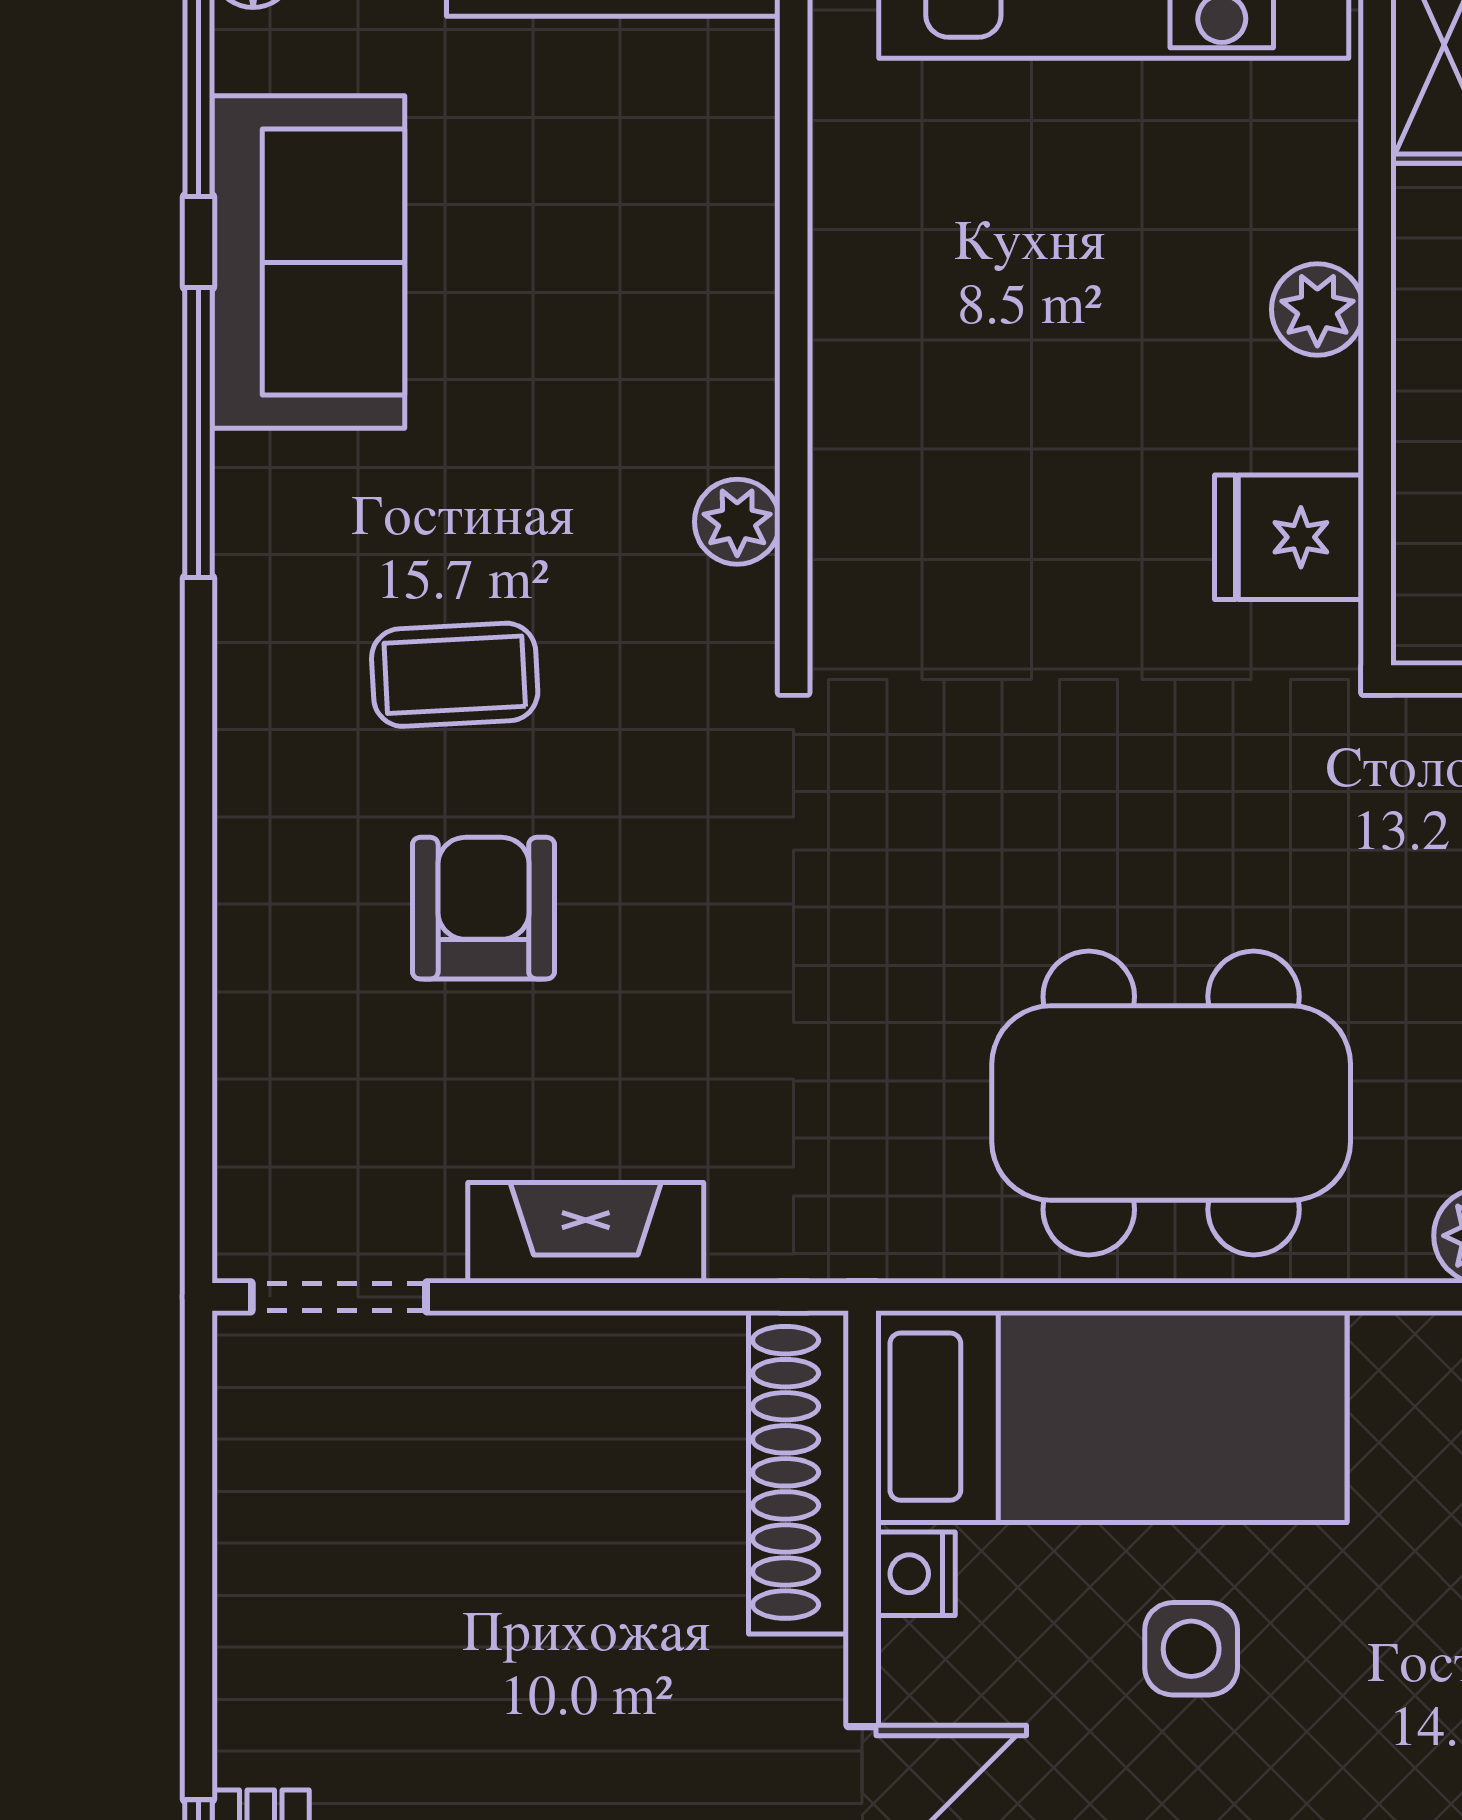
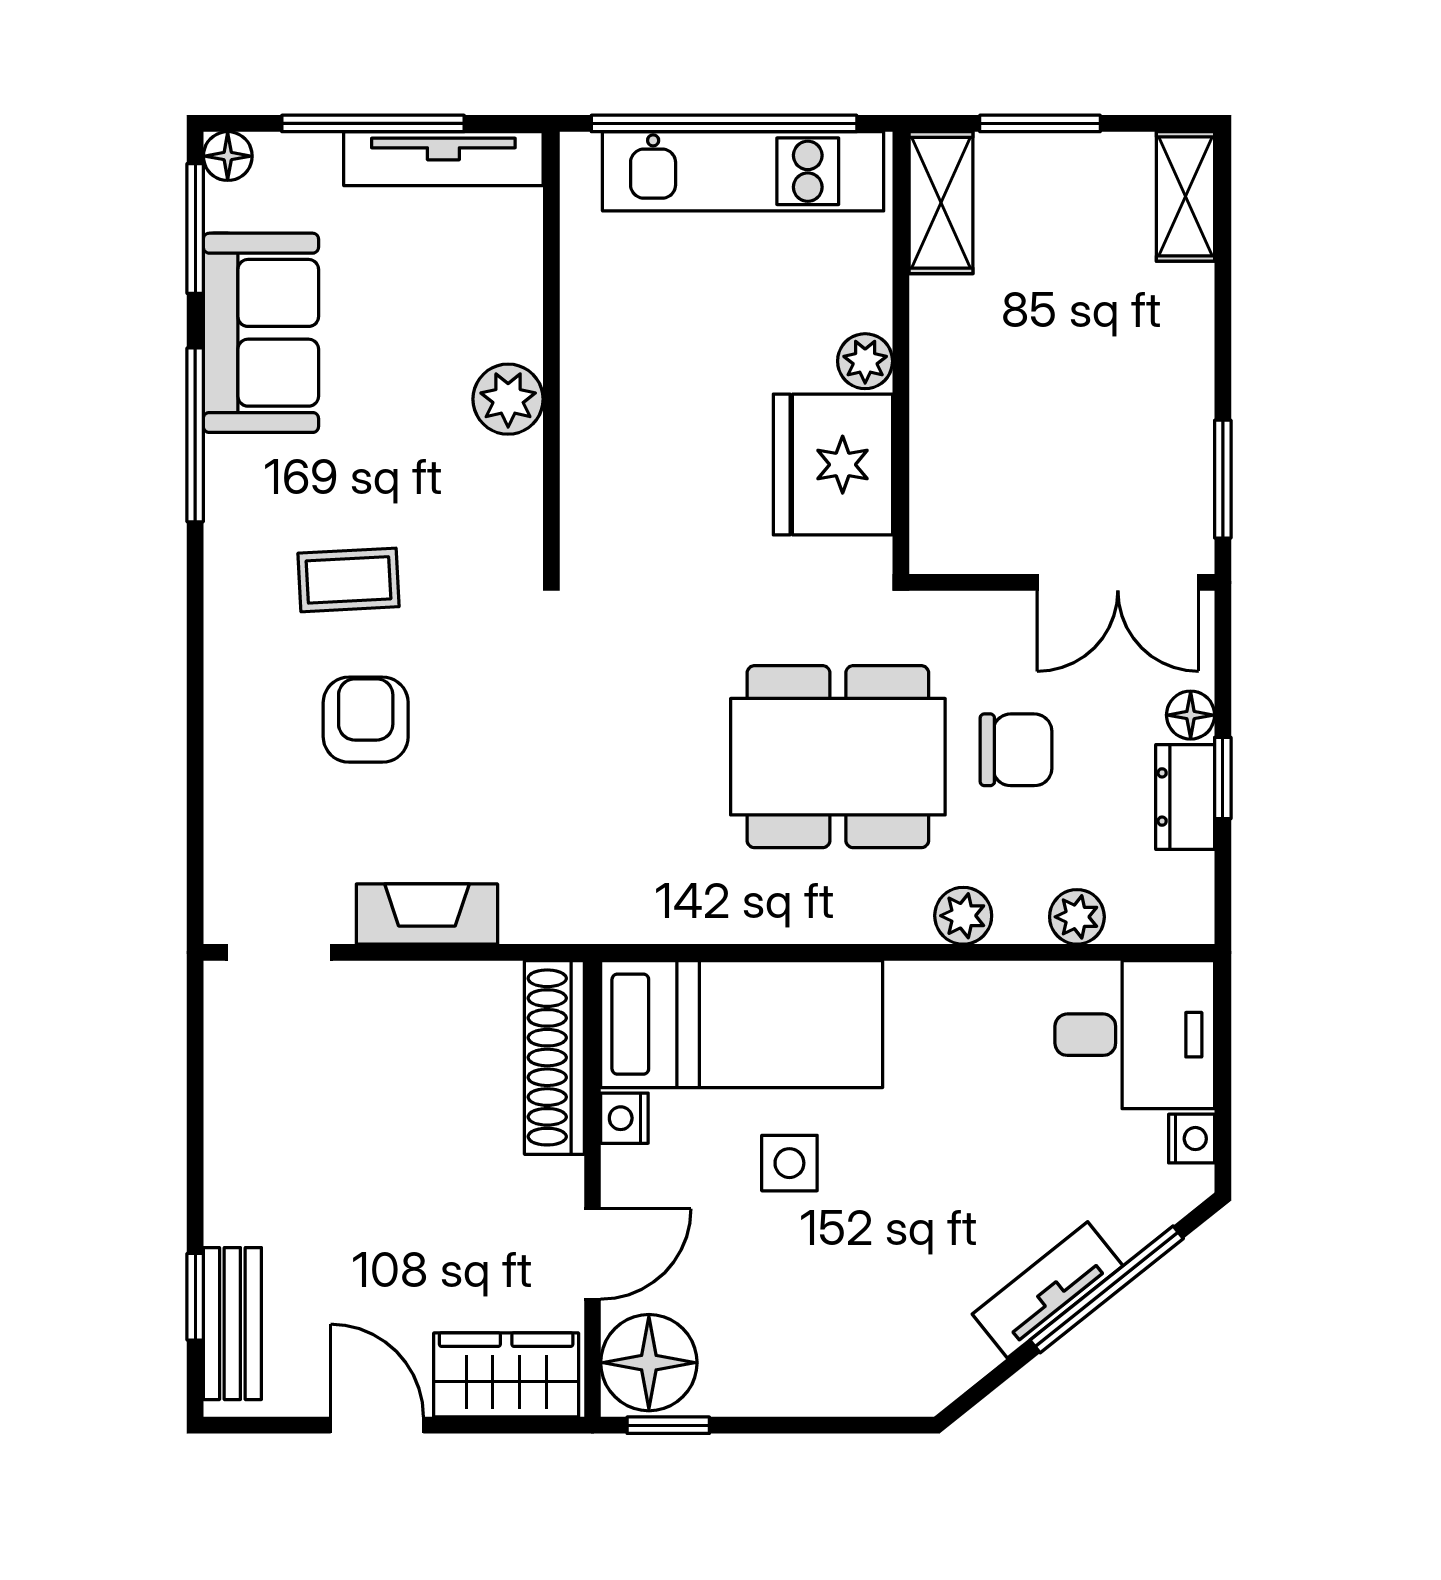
plant: (737, 522) -> (508, 399), moved, width x1.38, depth x1.38
fridge: (1289, 537) -> (833, 465), width x1.88, depth x1.34
dining table: (1171, 1103) -> (838, 757), moved

